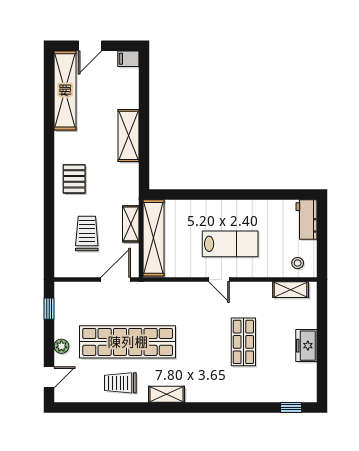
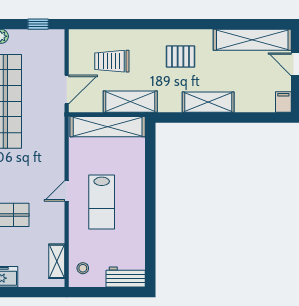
pallet: (74, 179) -> (181, 56), moved
shelving: (131, 224) -> (130, 102), width x1.50, depth x1.33
trolley: (87, 234) -> (112, 61), turned 180
door: (116, 280) -> (67, 89), hinge flipped

